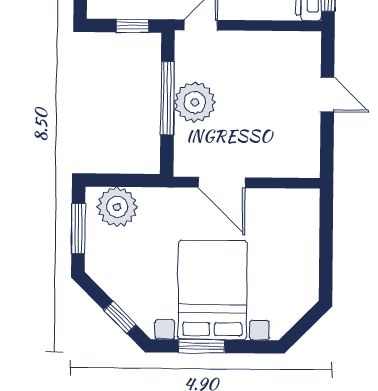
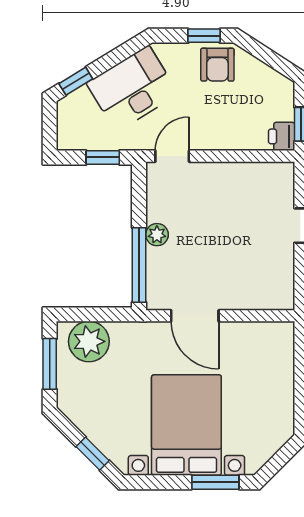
window: (167, 98) -> (139, 265), moved
plant: (195, 102) -> (157, 235), width x0.53, depth x0.53
window: (201, 346) -> (215, 482), moved

